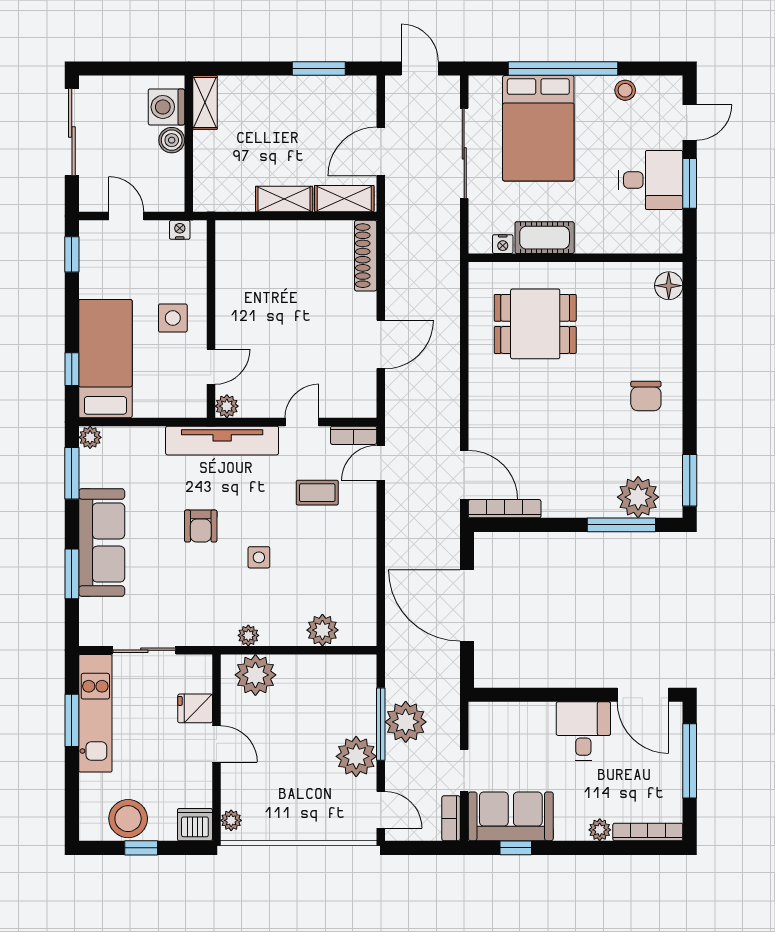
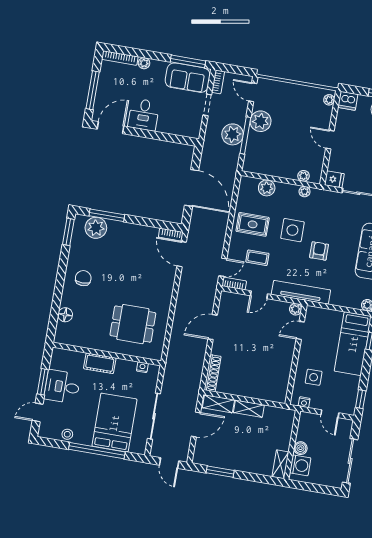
cot: (545, 238) -> (100, 363), moved
floor lamp: (669, 286) -> (65, 315), moved
side table: (173, 318) -> (314, 377), moved
bookcase: (505, 509) -> (171, 235), width x0.64
rug: (338, 555) -> (253, 224), added
side table: (259, 557) -> (292, 230), width x1.87, depth x1.87
plant: (255, 675) -> (303, 176), width x0.53, depth x0.53
door: (643, 695) -> (111, 128), hinge flipped
fridge: (195, 708) -> (334, 179), moved
window: (516, 848) -> (188, 61), width x2.17

